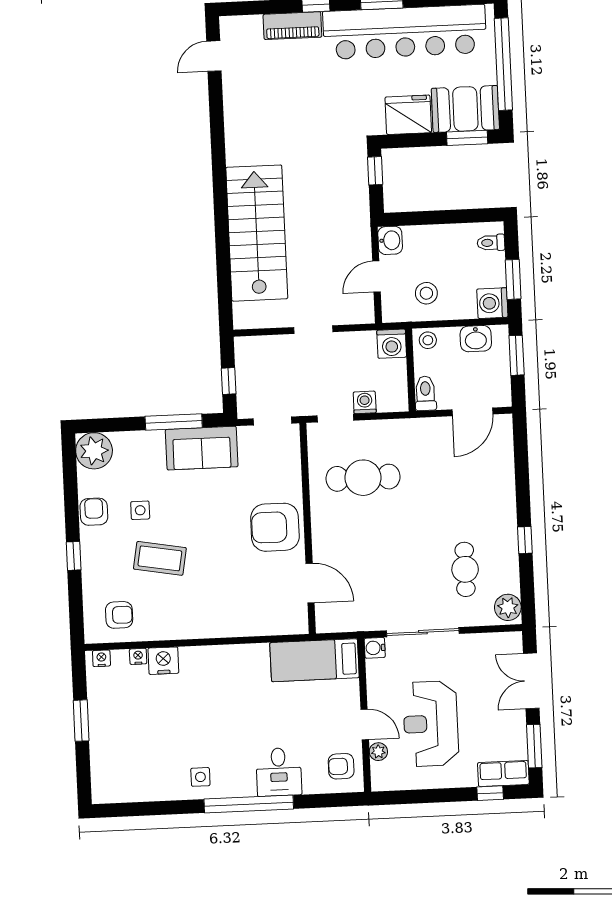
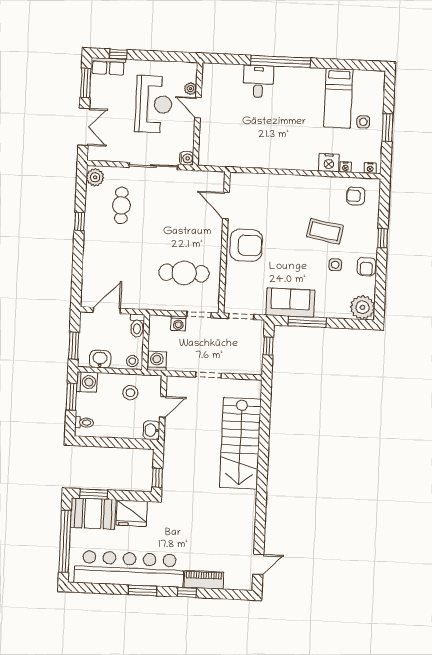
bed: (314, 660) -> (338, 98), moved, turned 90
armchair: (341, 766) -> (216, 81), removed
side table: (200, 777) -> (363, 122), moved

